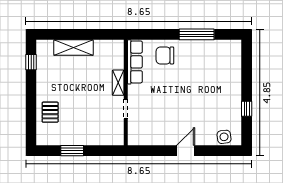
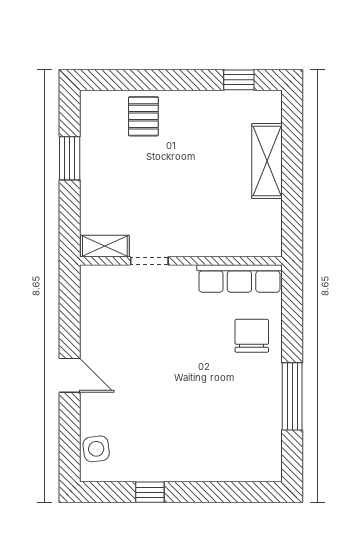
shelving: (118, 83) -> (105, 246), moved
pallet: (50, 112) -> (143, 116), turned 90

